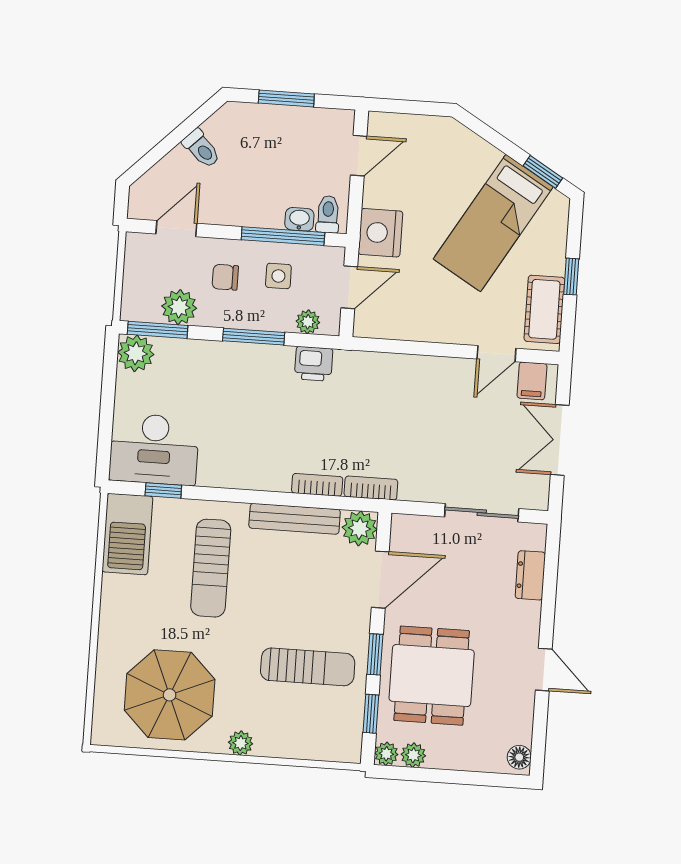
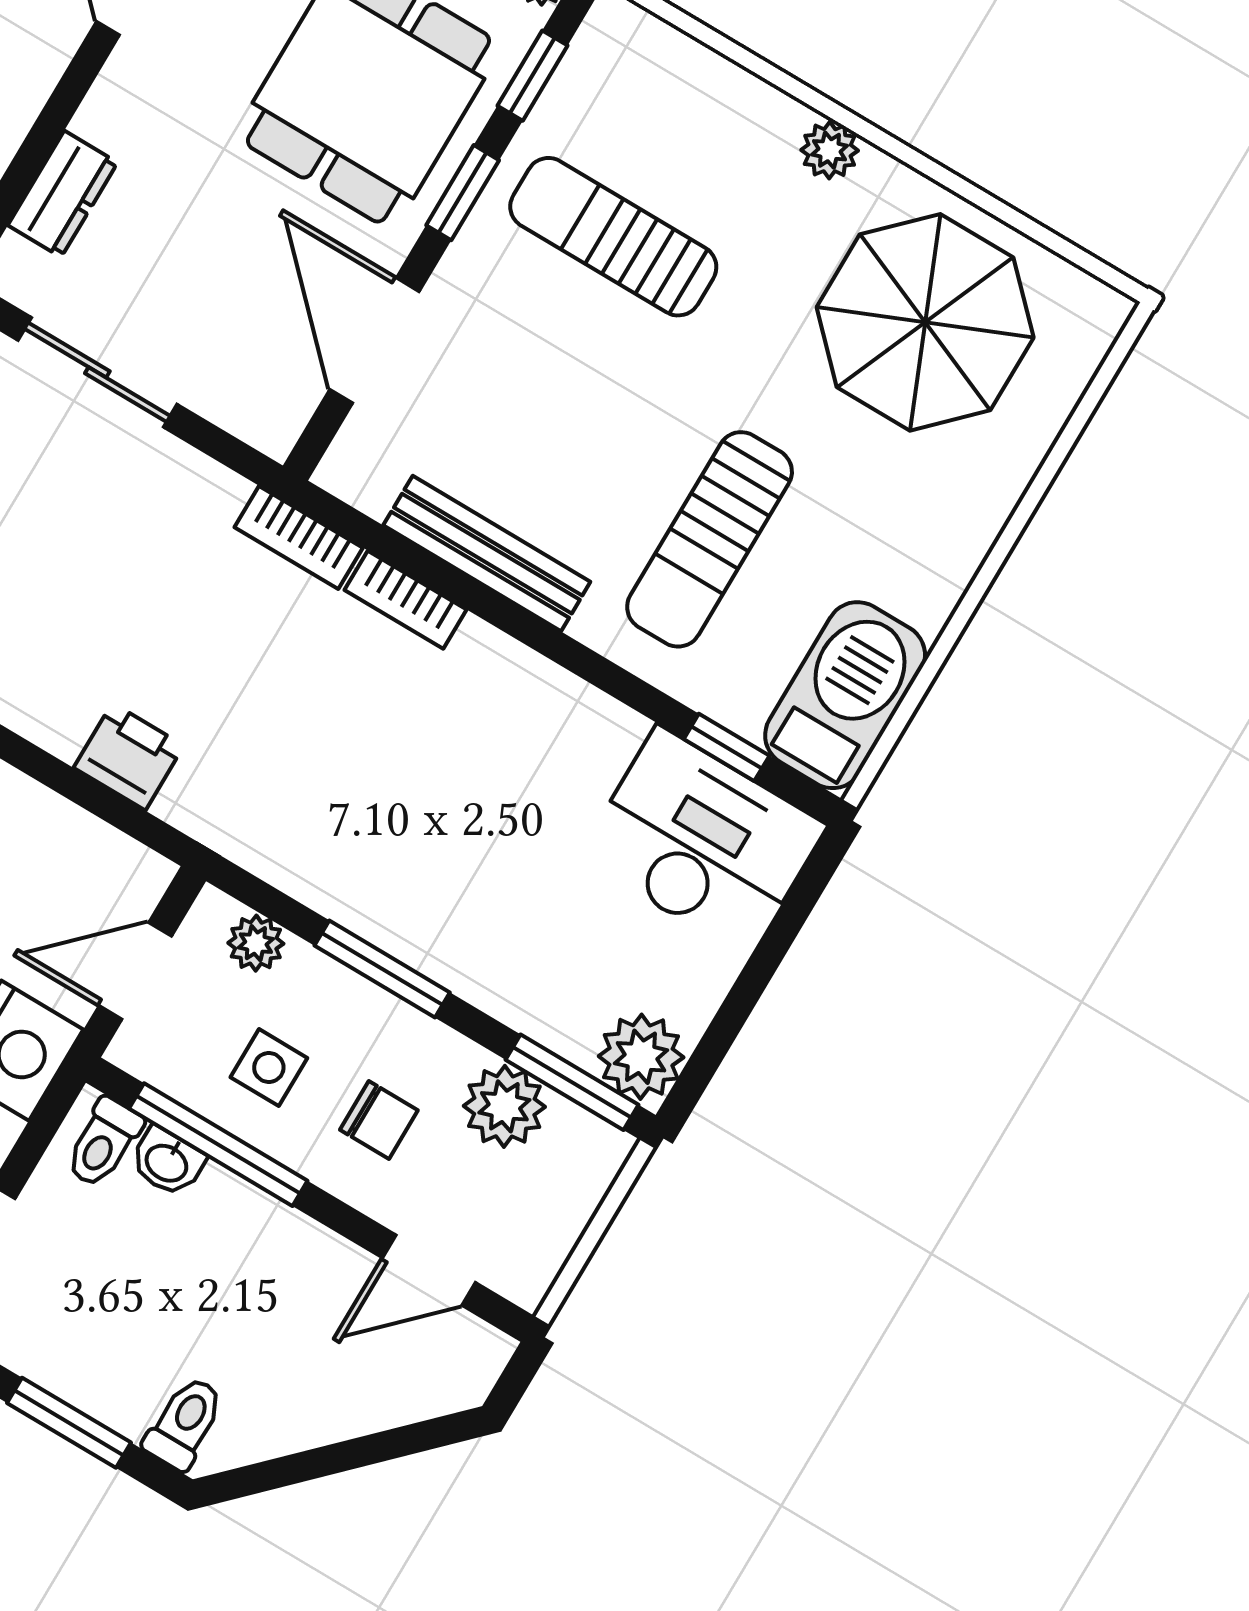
toilet: (201, 149) -> (185, 1423), moved, turned 45
printer: (314, 364) -> (129, 757), moved
plant: (360, 528) -> (364, 467), removed
sun lounger: (211, 568) -> (710, 539), turned 180
door: (380, 580) -> (374, 341), hinge flipped

